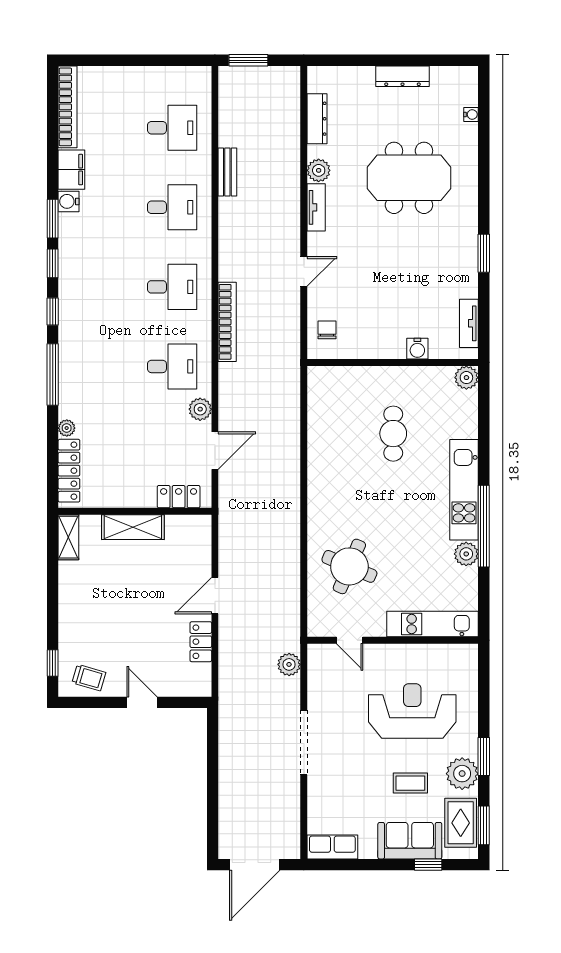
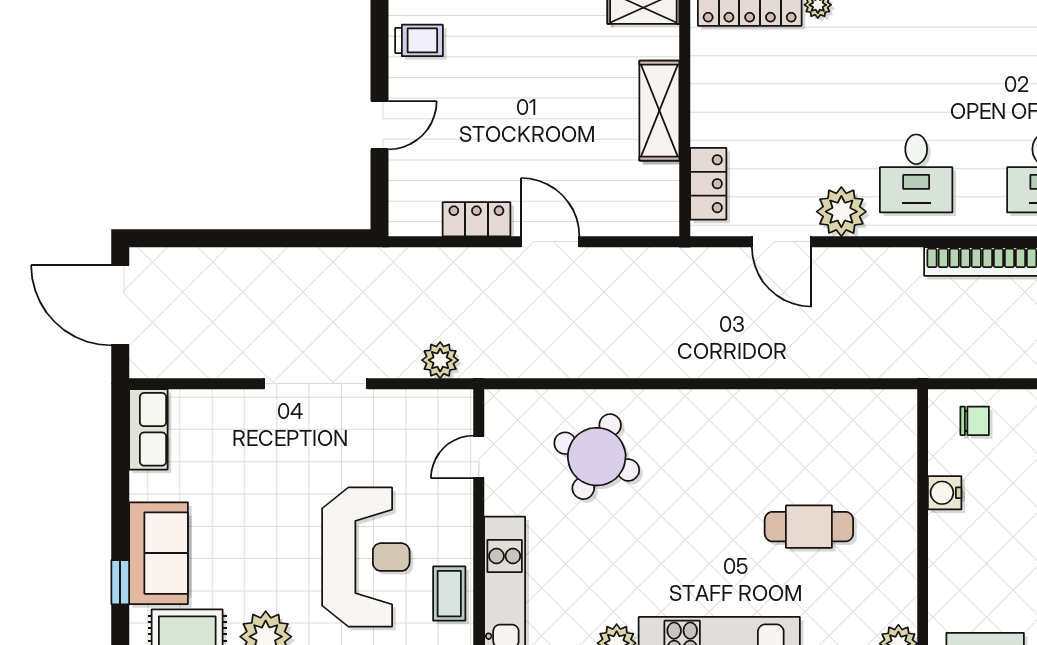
water cooler: (417, 349) -> (945, 493), moved
plant: (200, 409) -> (841, 212), width x1.36, depth x1.36
trolley: (89, 678) -> (419, 40), turned -106
coffee table: (410, 783) -> (449, 594), moved

